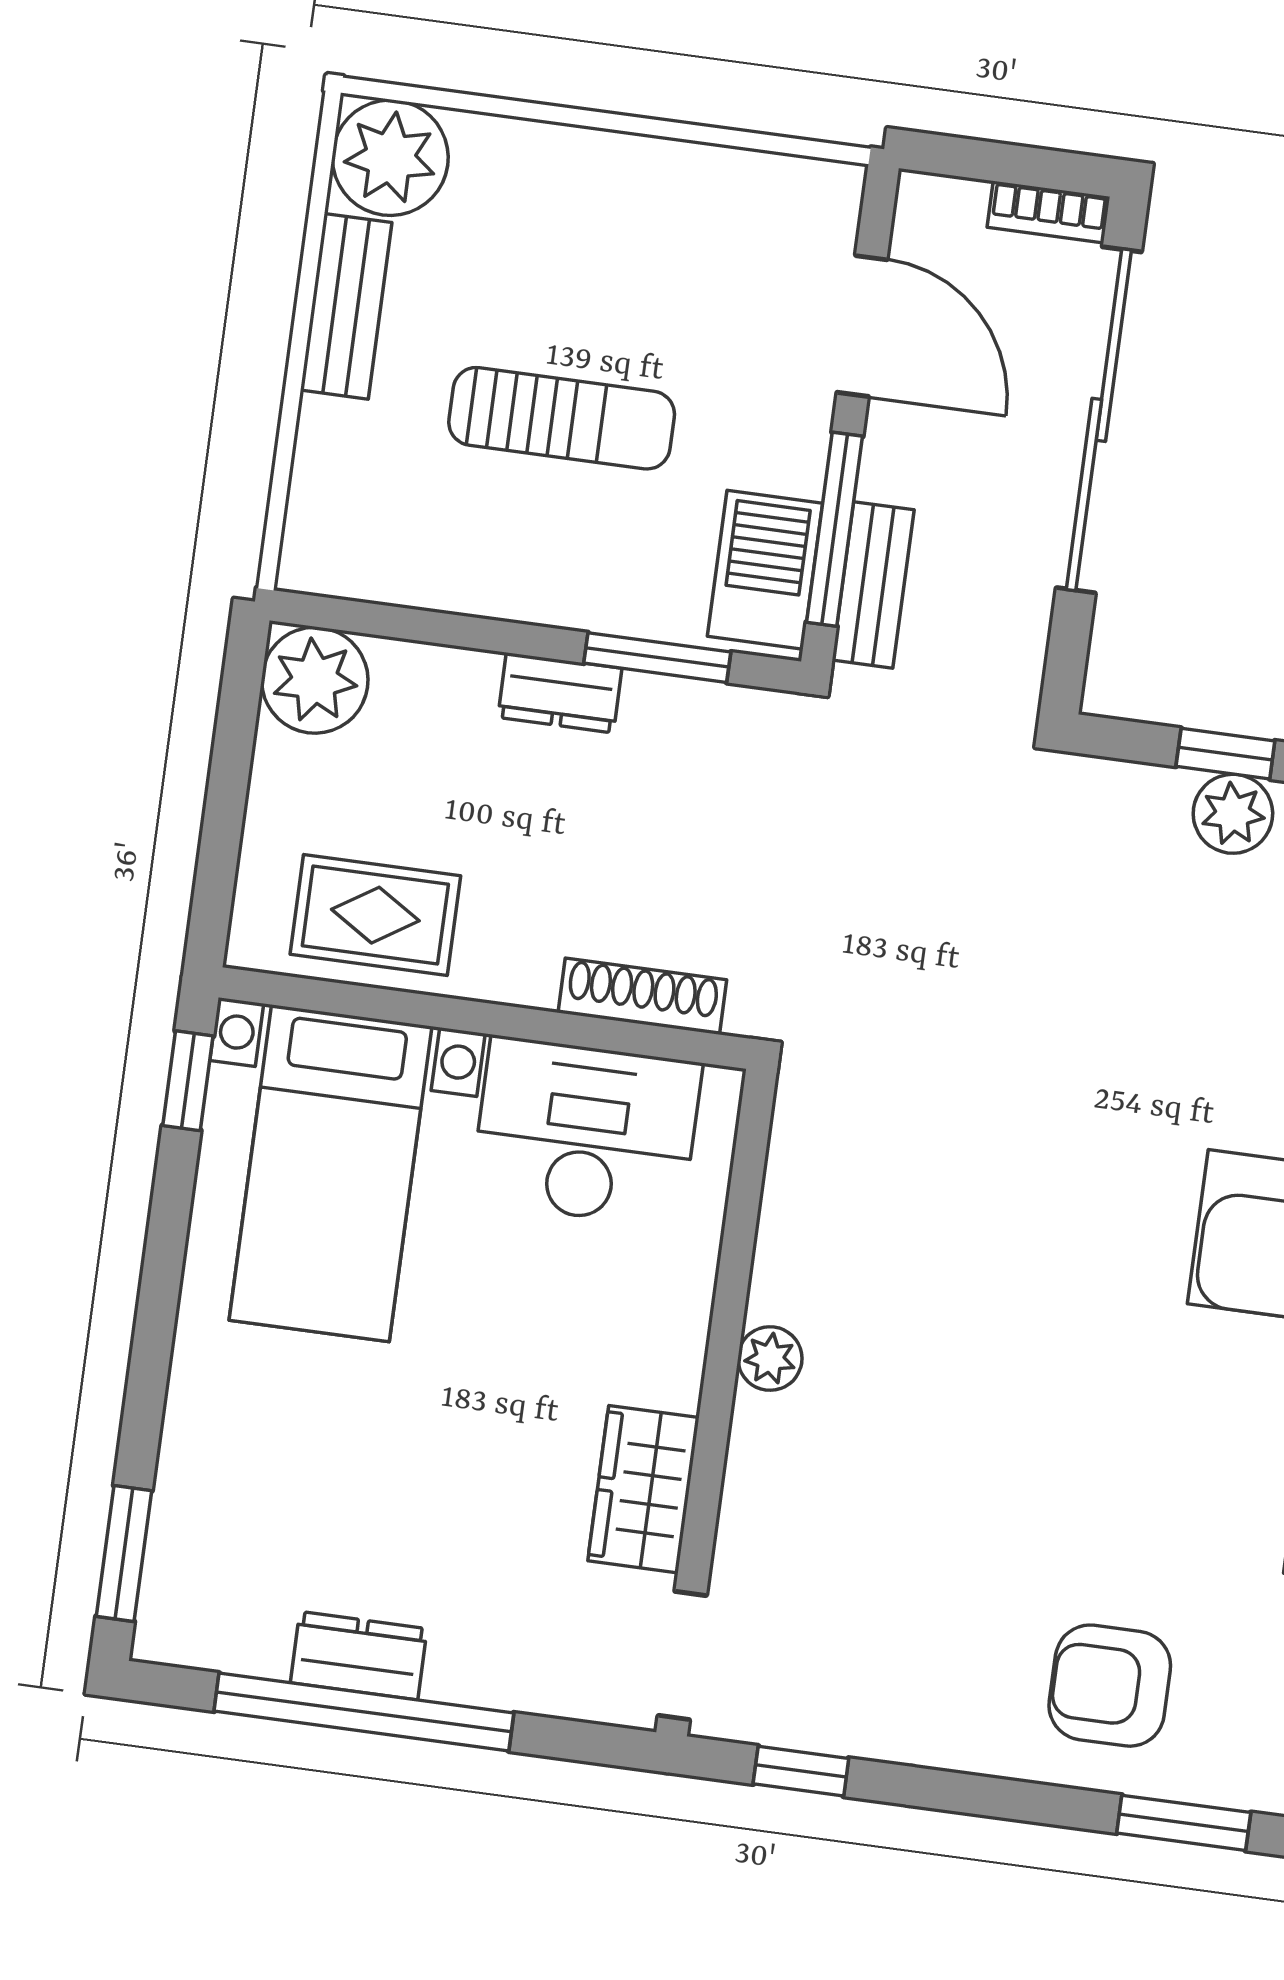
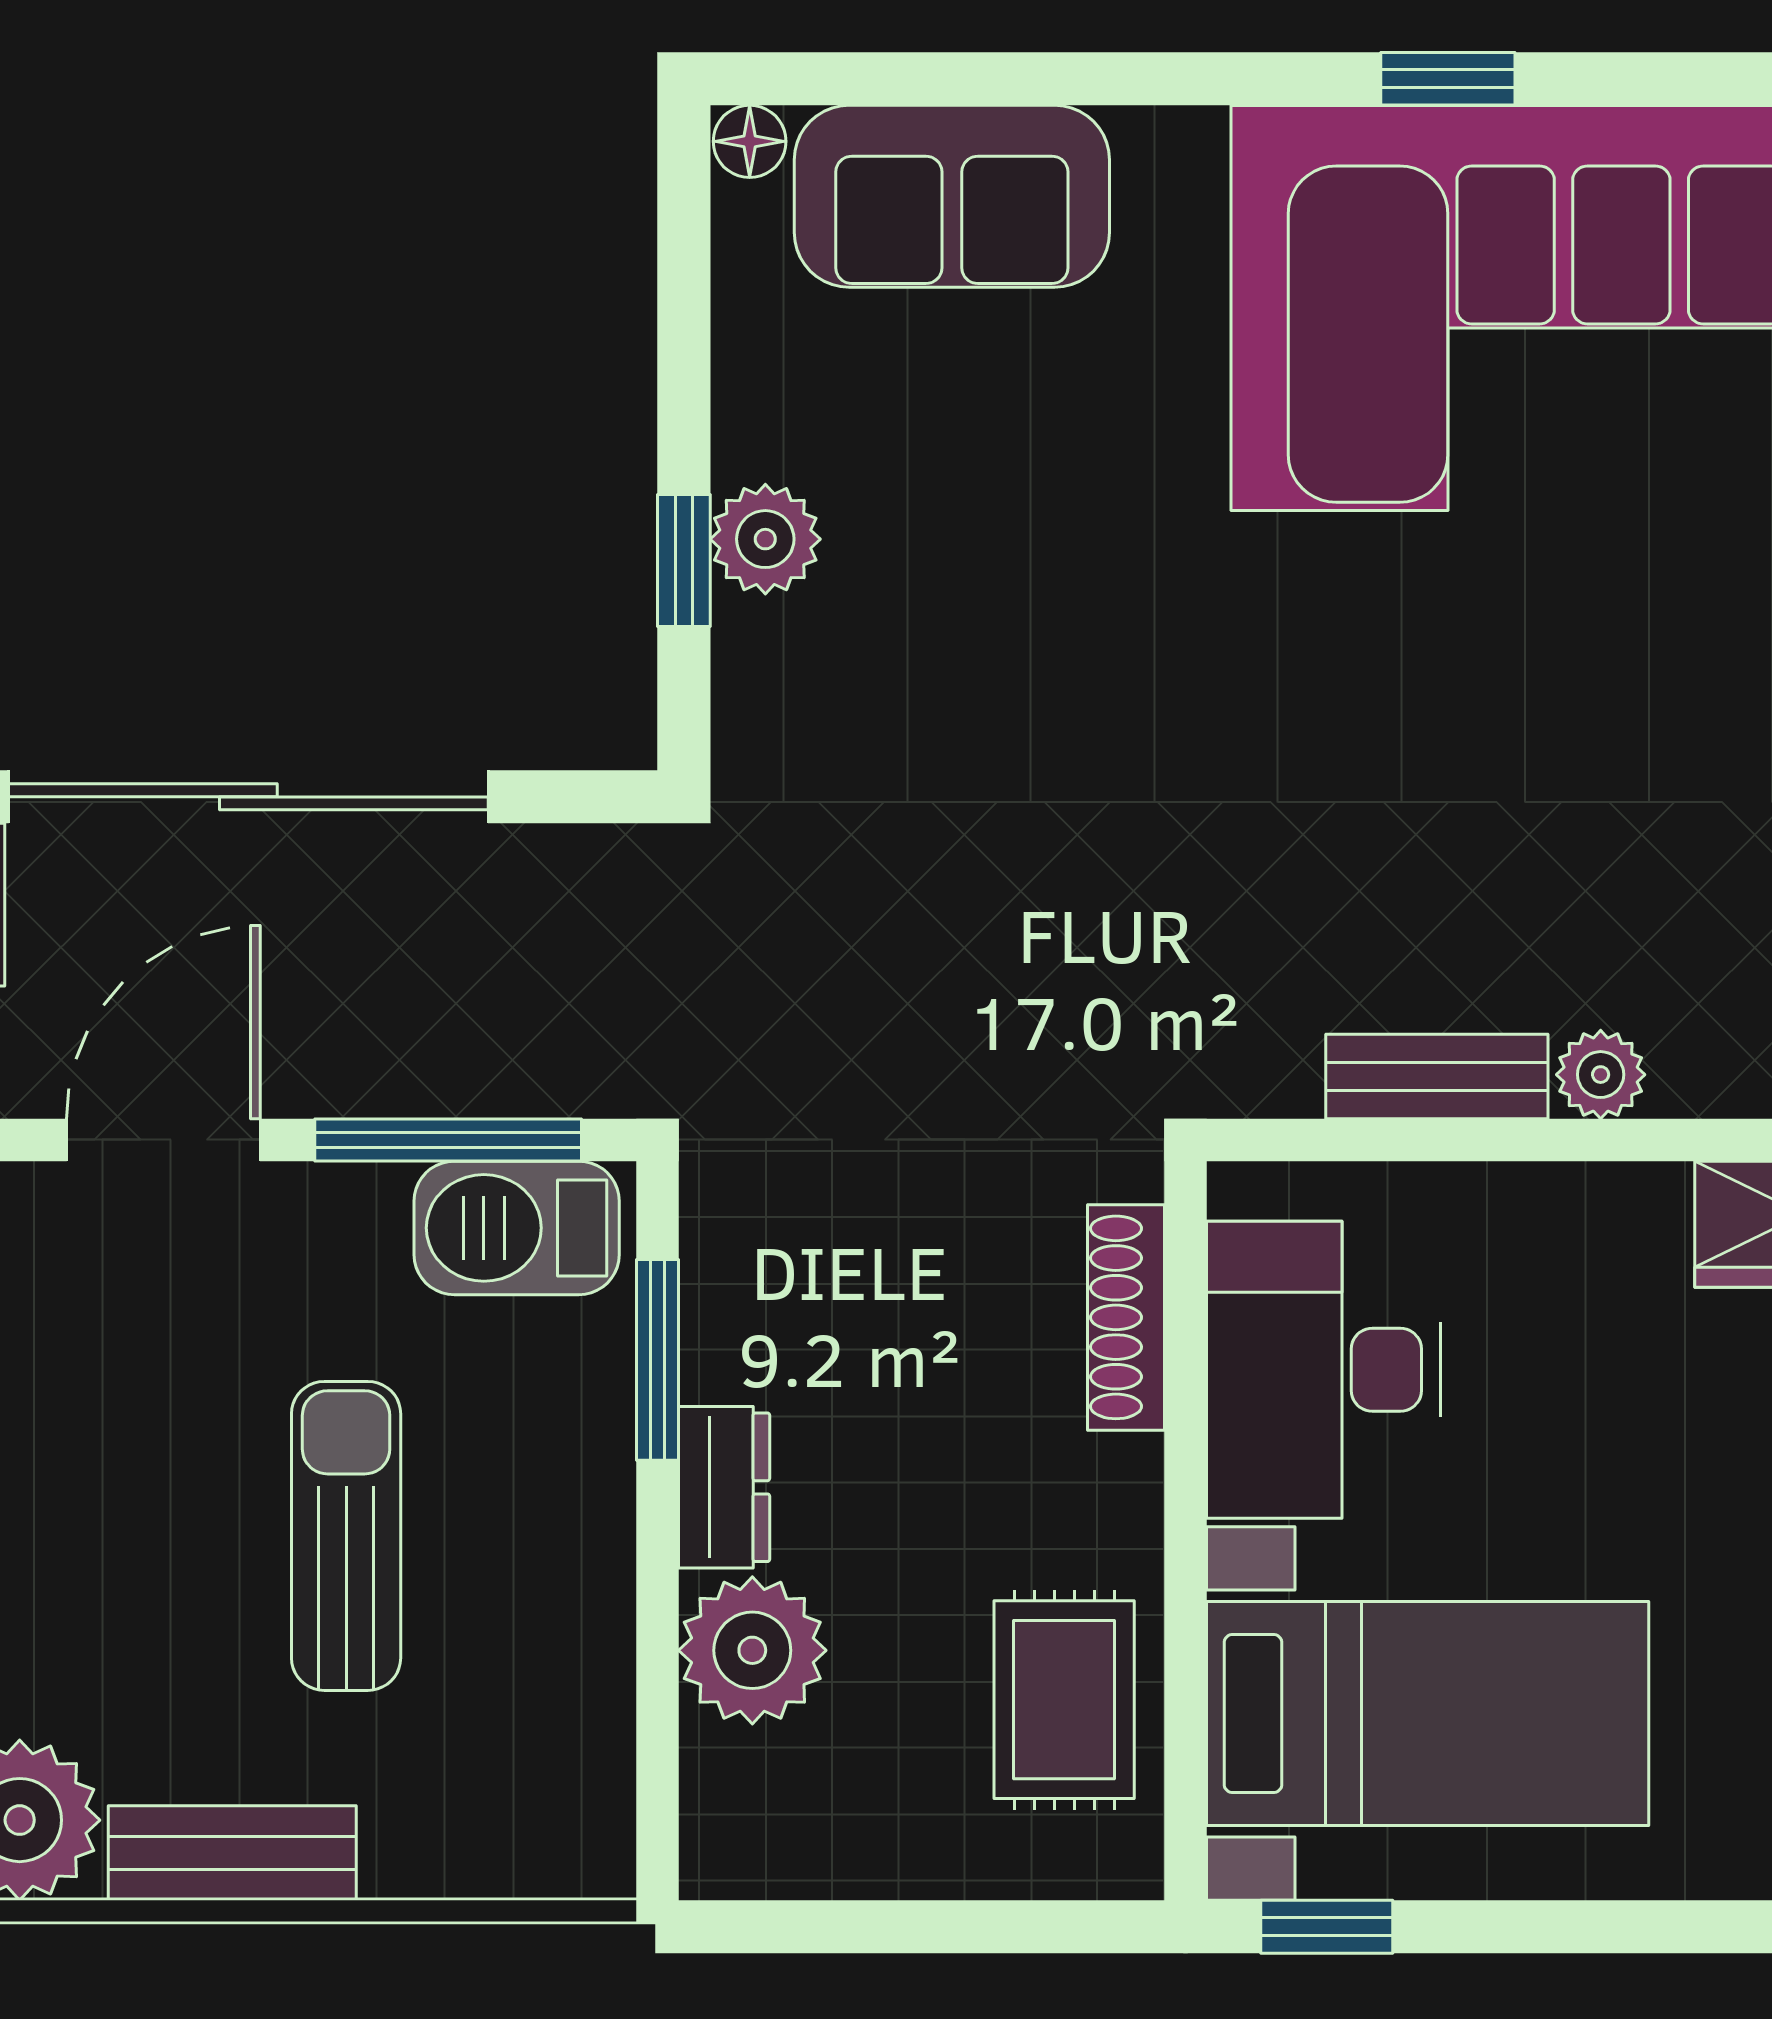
bench: (873, 585) -> (1437, 1076), moved
plant: (315, 680) -> (752, 1650), moved

